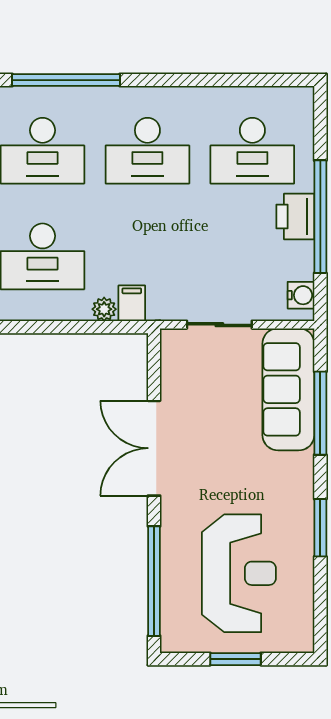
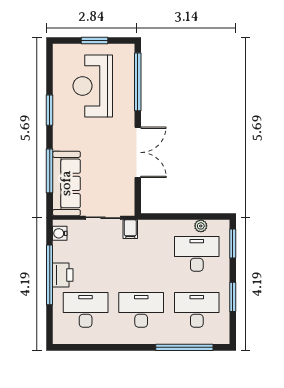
filing cabinet: (132, 303) -> (130, 229), moved
plant: (104, 309) -> (201, 226), moved

